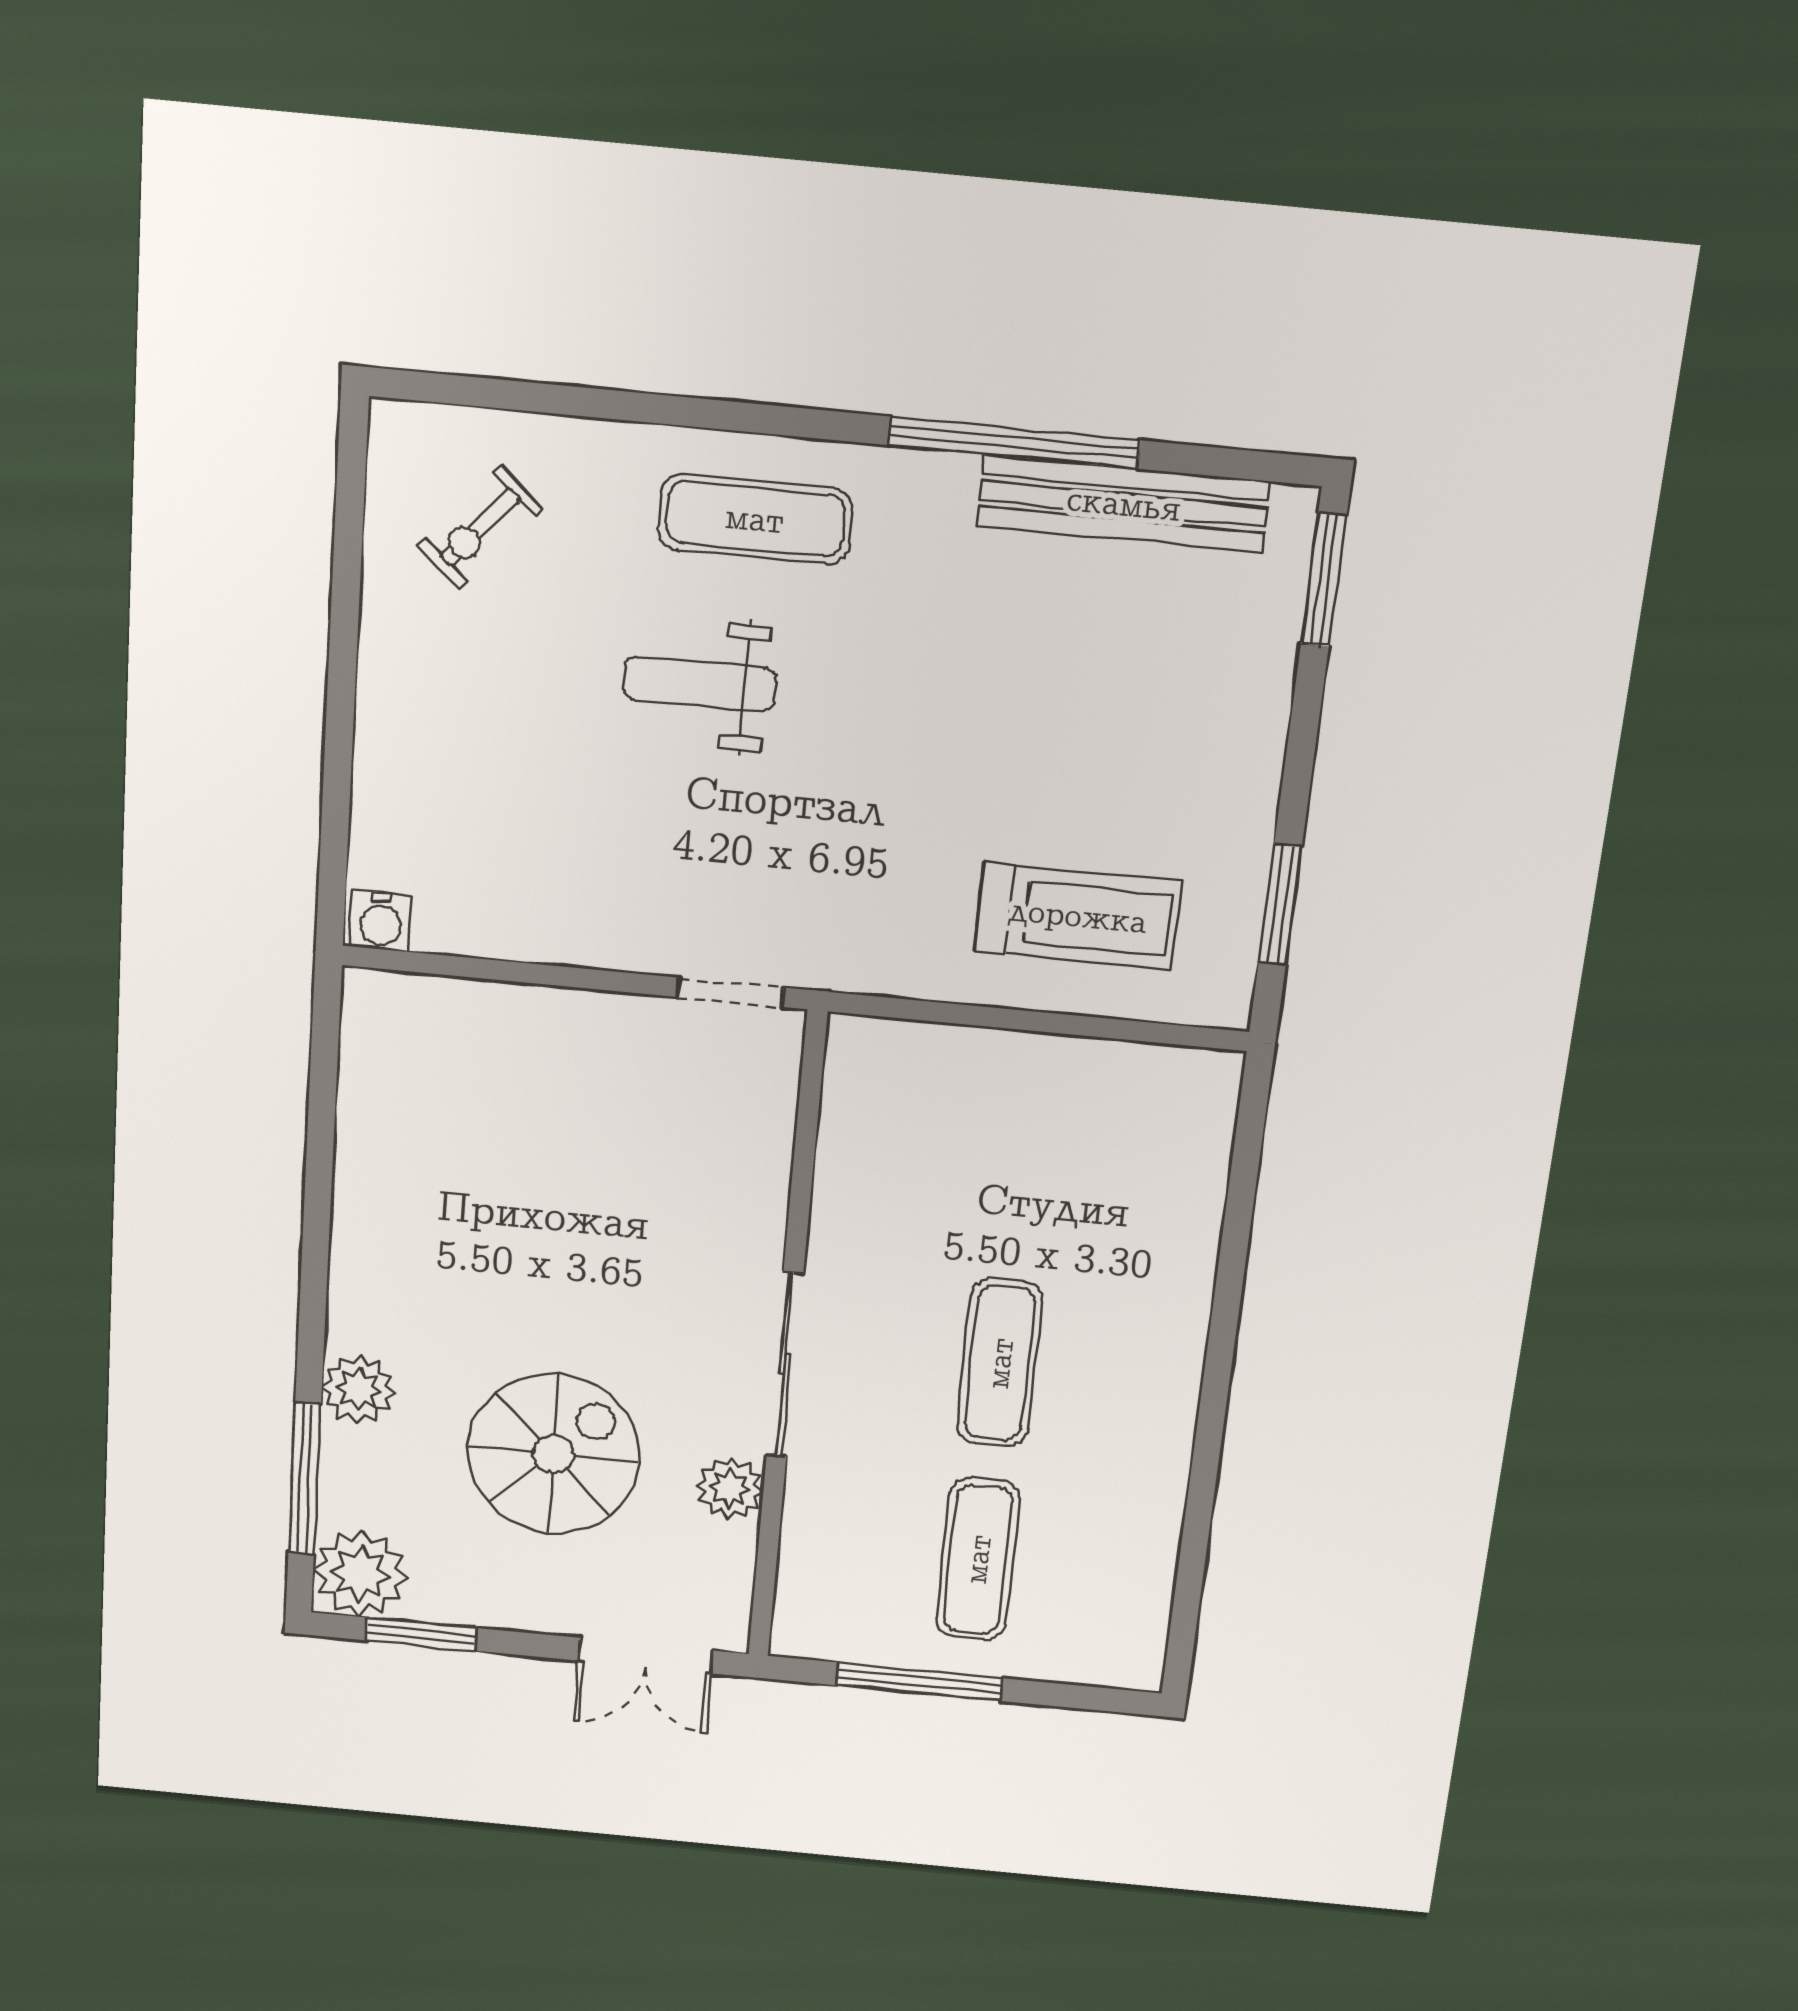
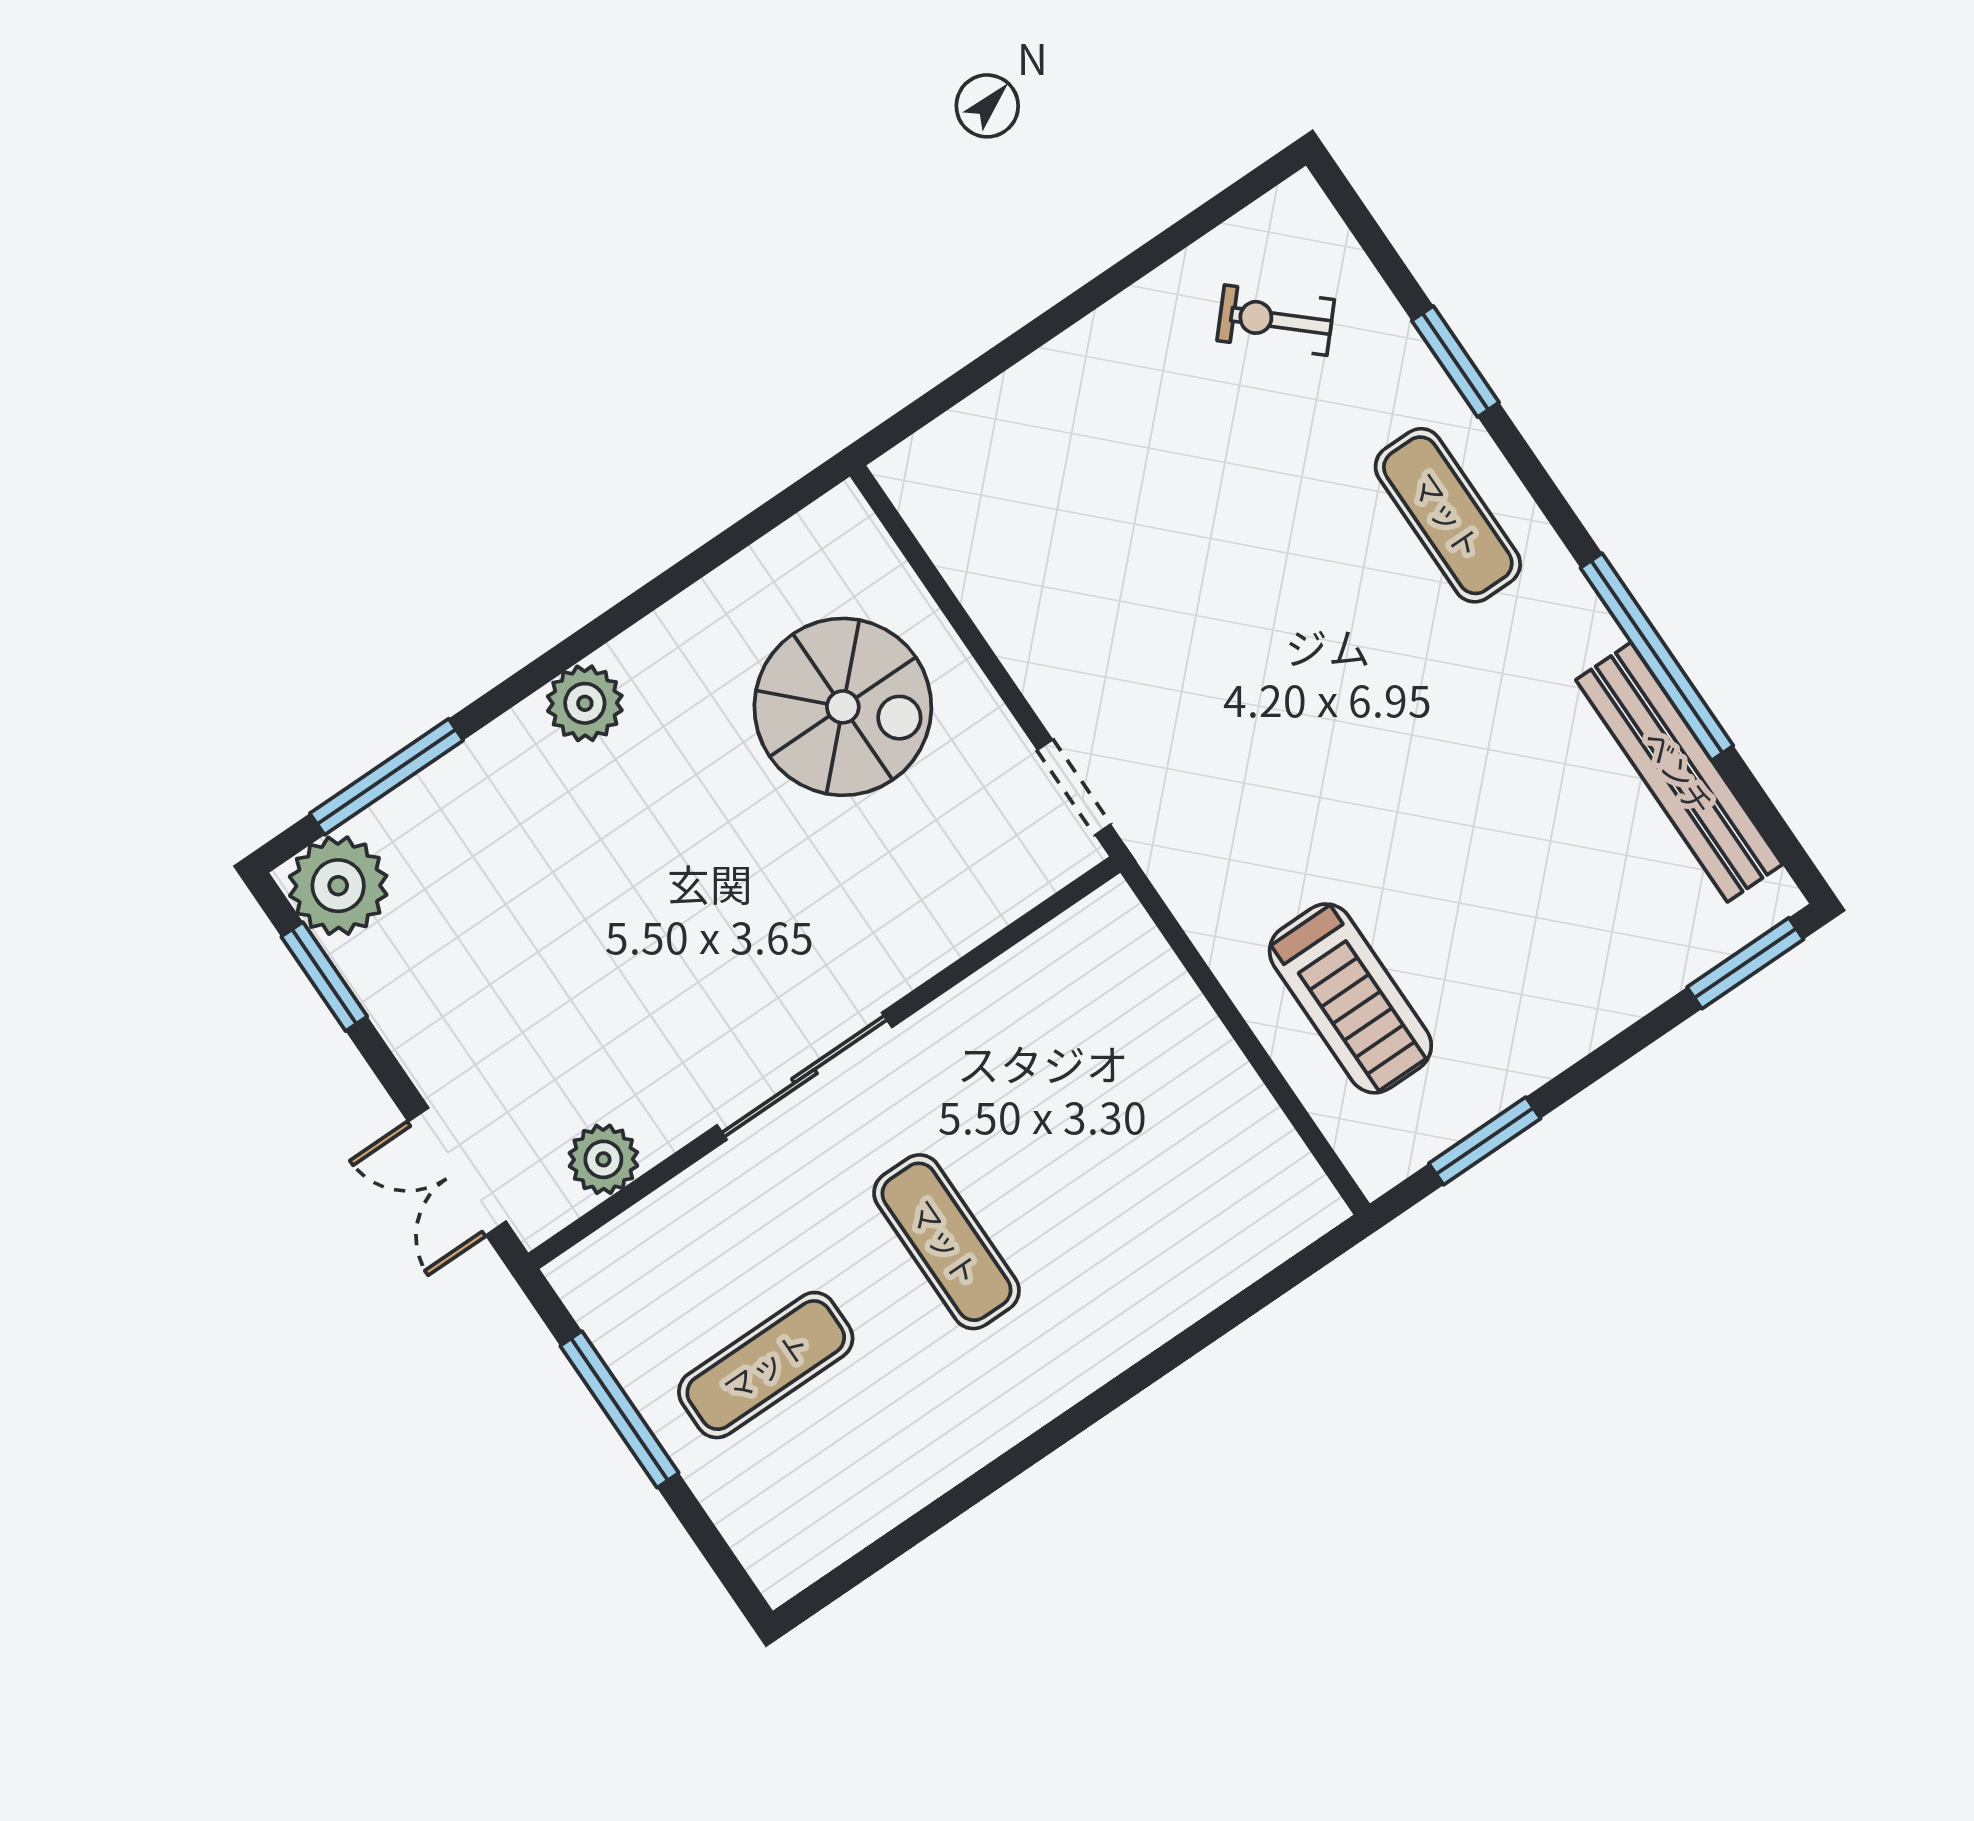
window: (632, 407) -> (1455, 362), added
weight bench: (700, 684) -> (1293, 573), removed
water cooler: (380, 921) -> (910, 479), removed
exercise mat: (1000, 1363) -> (946, 1242), turned 90
plant: (359, 1389) -> (585, 703), moved
spiral stairs: (554, 1454) -> (843, 707), moved
plant: (730, 1488) -> (603, 1159), moved

